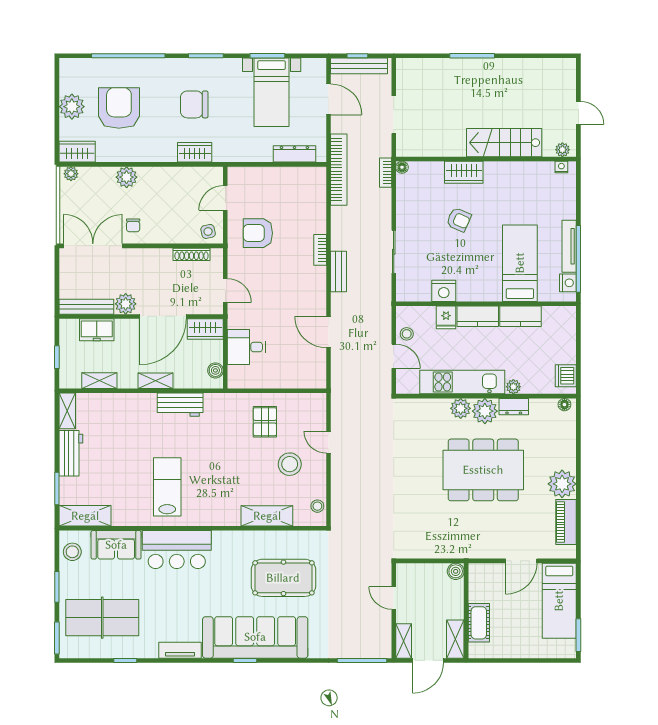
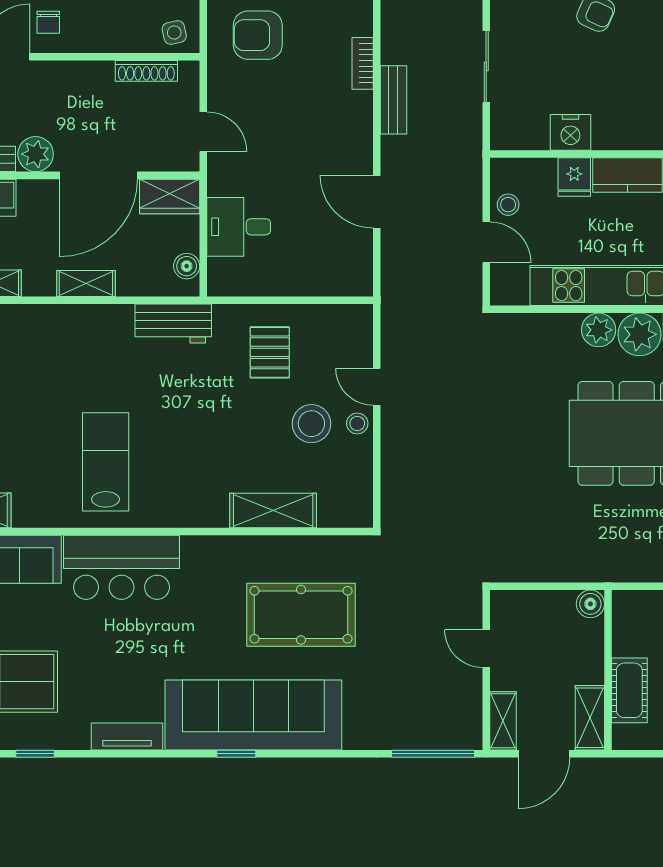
workbench: (180, 405) -> (173, 324), moved
stool: (317, 506) -> (357, 423), moved

